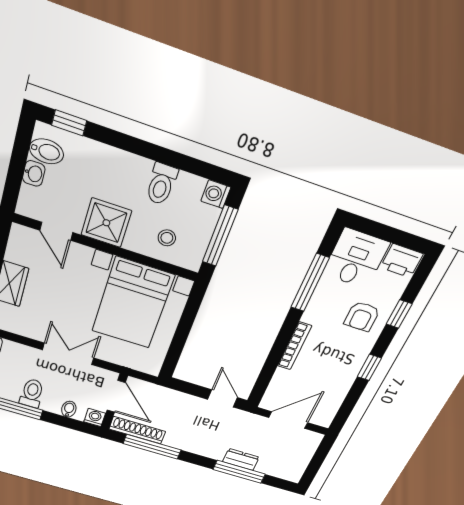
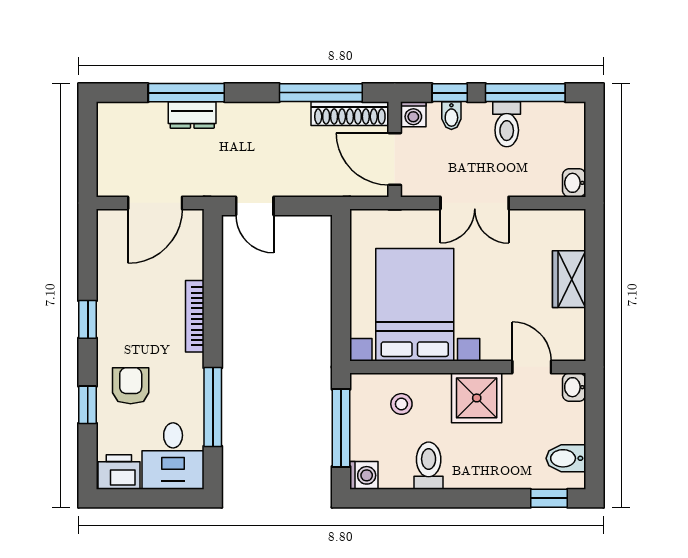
washbasin: (34, 173) -> (574, 387), moved
window: (66, 422) -> (450, 93), added

